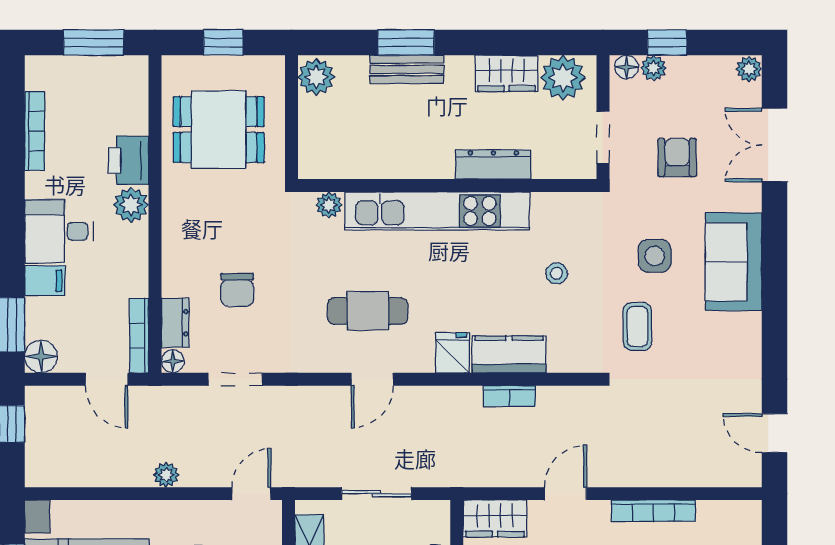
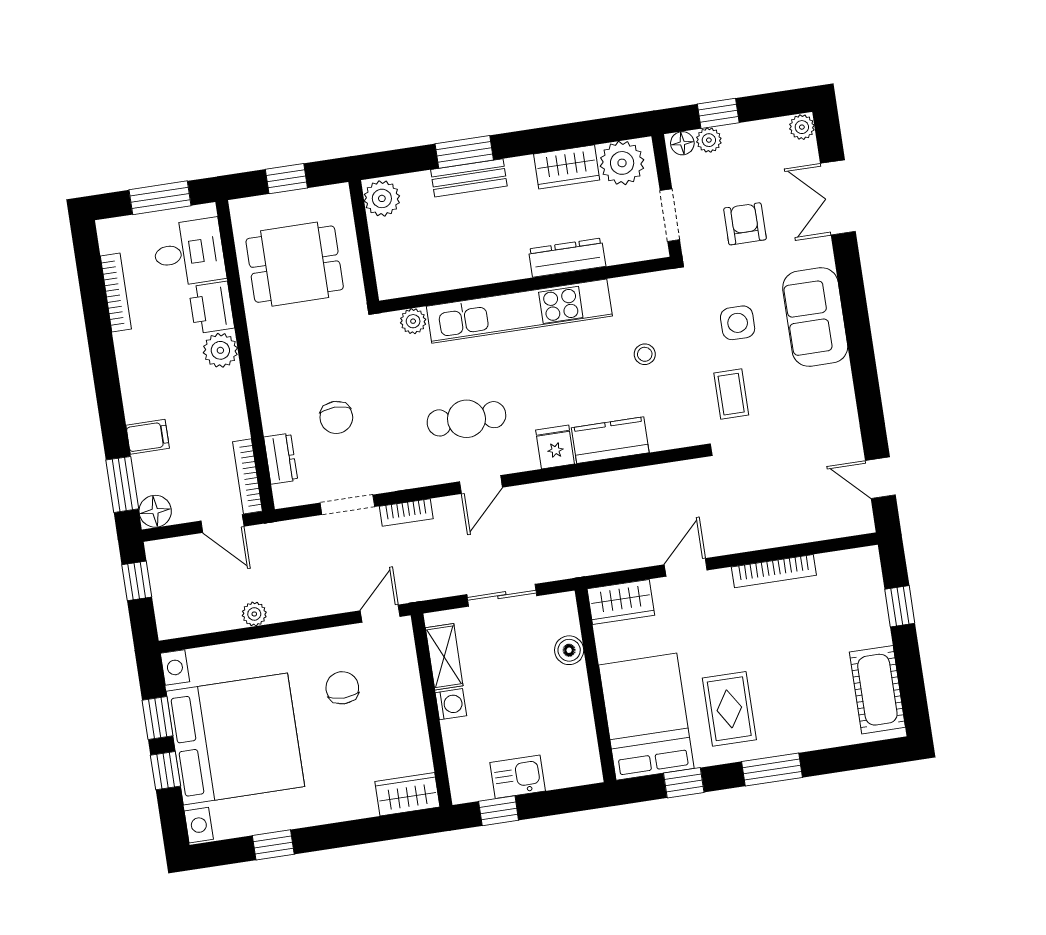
desk: (59, 231) -> (189, 253), moved, turned 180
floor lamp: (173, 361) -> (284, 496), removed
bookcase: (509, 396) -> (406, 513), moved
plant: (166, 475) -> (254, 614), moved

